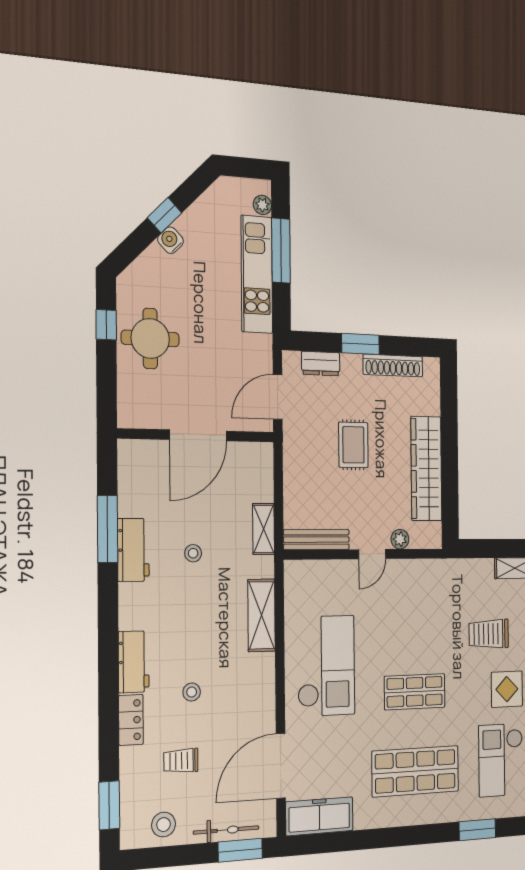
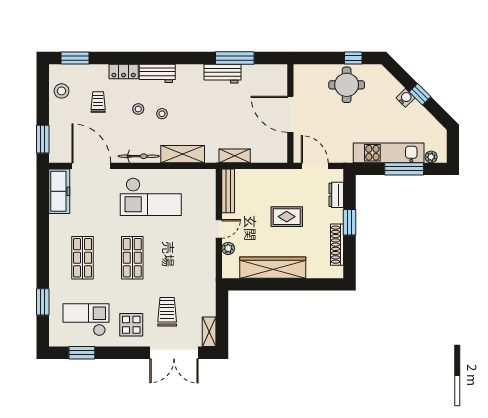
stool: (193, 553) -> (162, 114), moved
door: (372, 554) -> (219, 229), swing flipped
shop shelf: (415, 771) -> (83, 258), width x0.70, depth x0.74
bicycle: (226, 830) -> (139, 156), moved, turned -90

